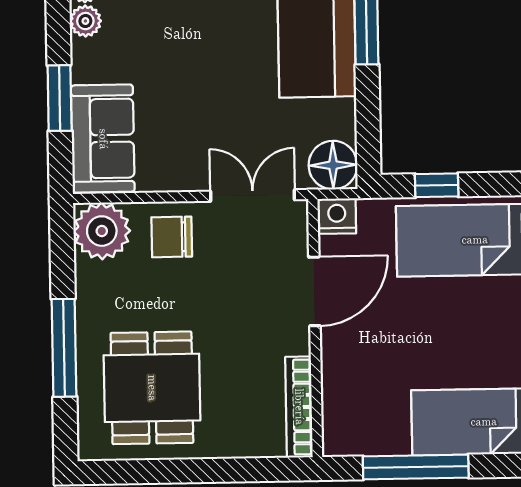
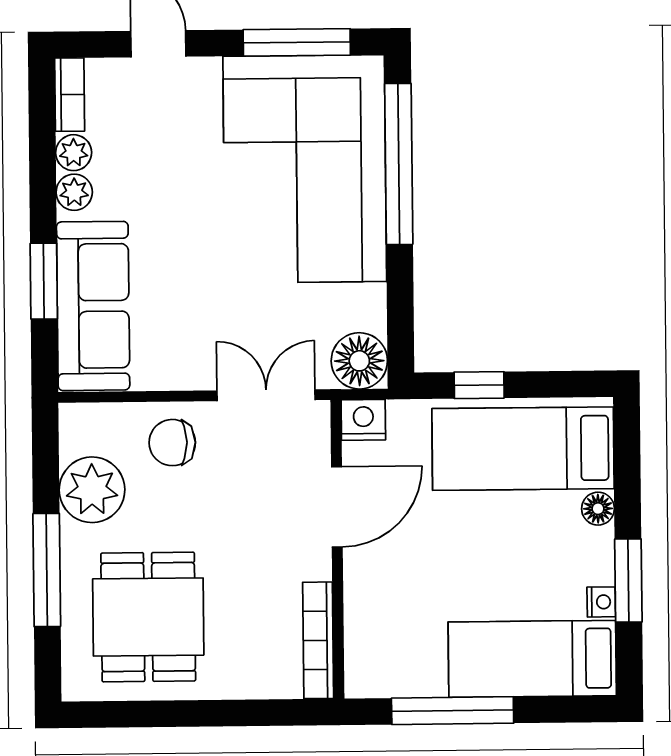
sofa: (103, 139) -> (93, 306), width x1.36
plant: (102, 231) -> (92, 490), moved

